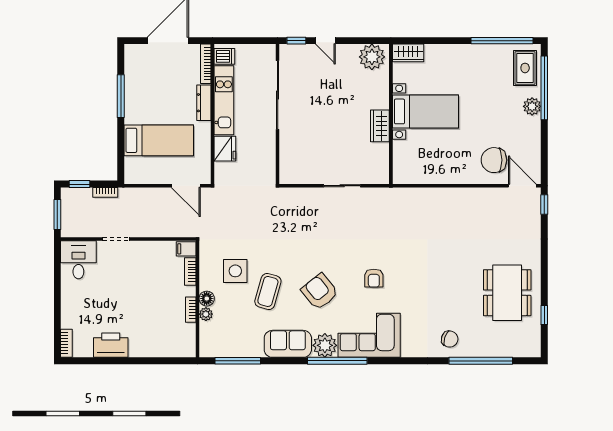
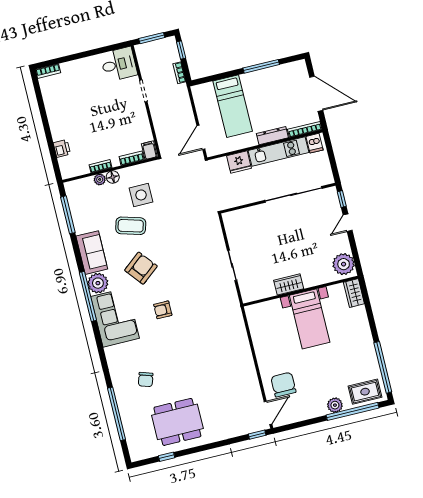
chair: (450, 339) -> (146, 380), moved
printer: (111, 345) -> (62, 148), moved, width x0.53, depth x0.68

